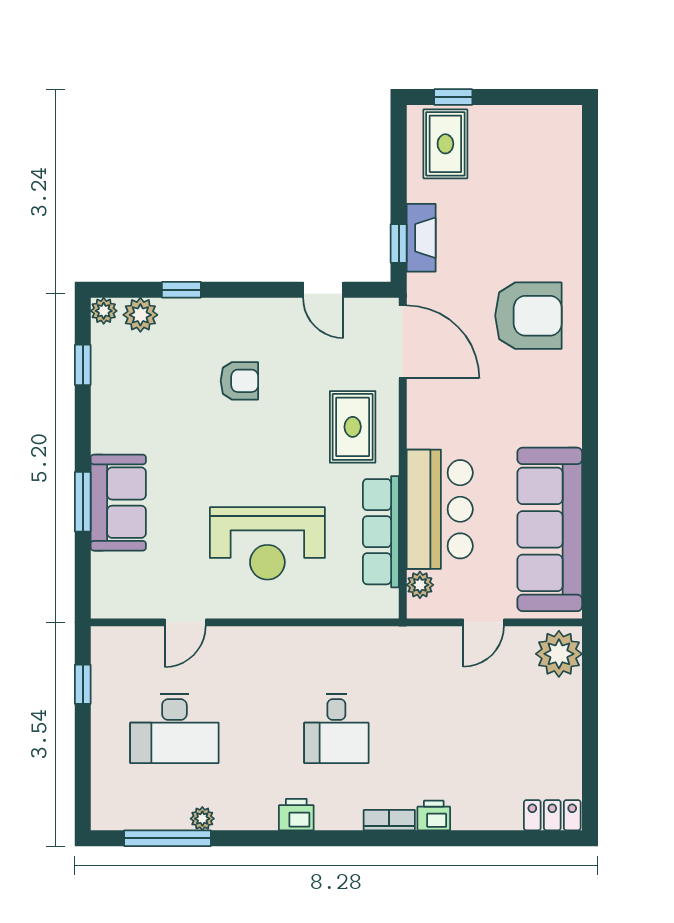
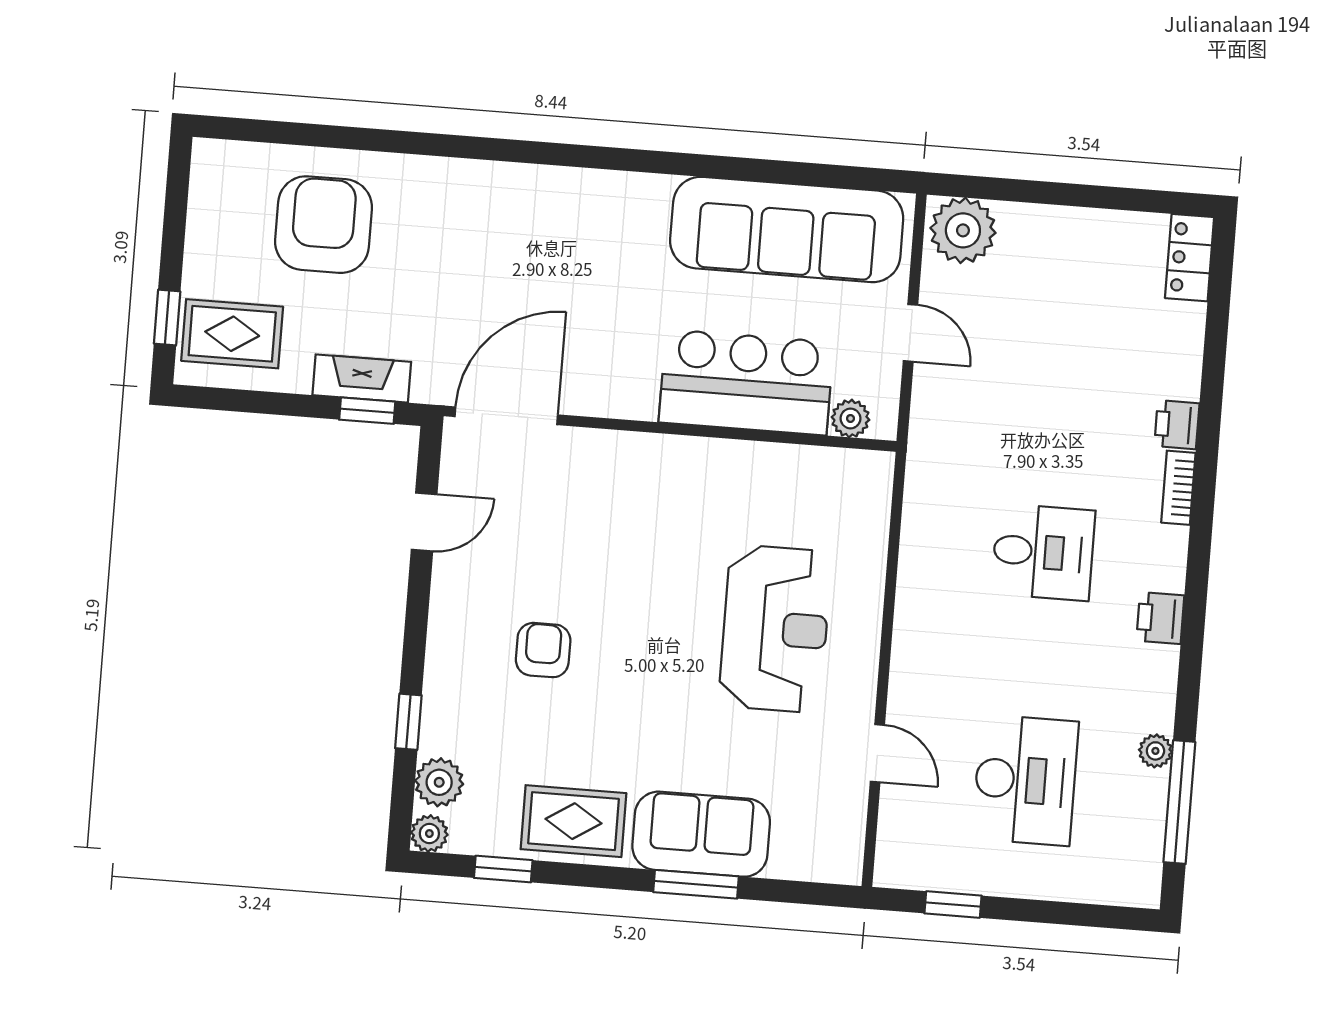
armchair: (528, 316) -> (324, 225), moved
rug: (353, 427) -> (573, 821), moved
row of seats: (381, 532) -> (771, 468), removed

